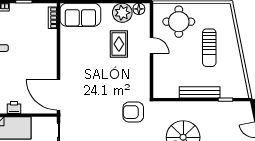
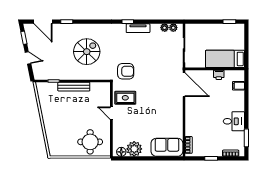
rug: (119, 44) -> (125, 98), moved, turned 90
door: (152, 46) -> (111, 113), moved
sun lounger: (209, 48) -> (66, 122), removed

